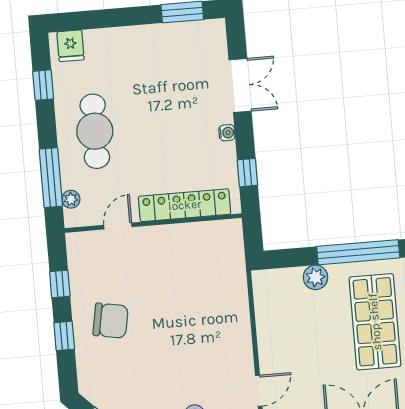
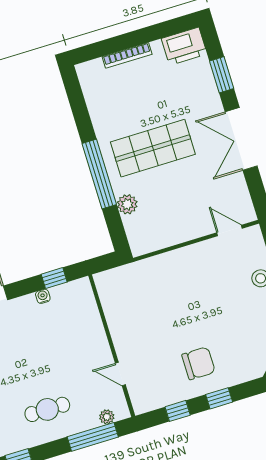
cafe table: (95, 131) -> (47, 409), width x0.73, depth x0.74
water cooler: (227, 133) -> (43, 296), moved
locker: (185, 205) -> (92, 323), removed
chair: (111, 321) -> (198, 363), turned 80

